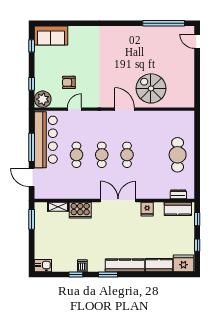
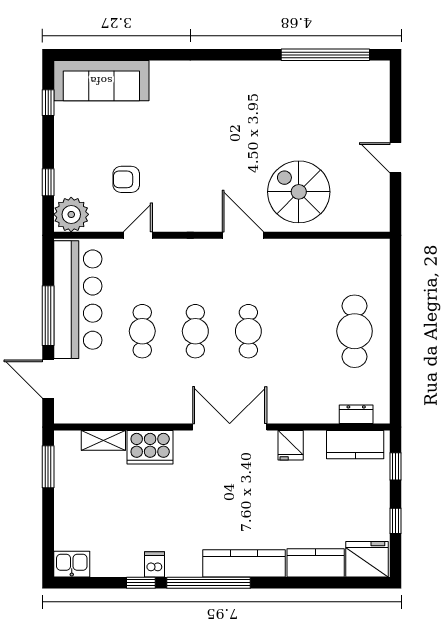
sofa: (51, 35) -> (101, 81), width x1.36
door: (197, 41) -> (396, 158), moved
window: (108, 275) -> (209, 583), width x2.11

